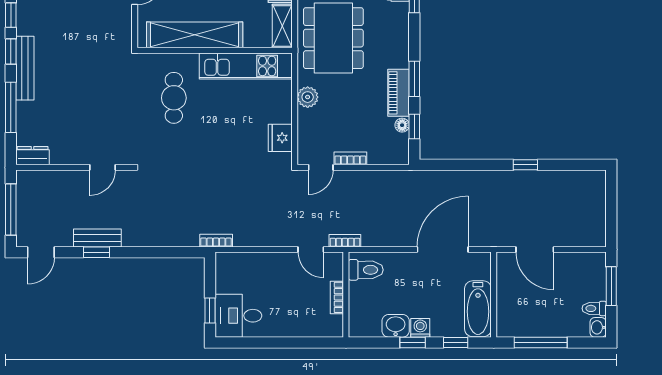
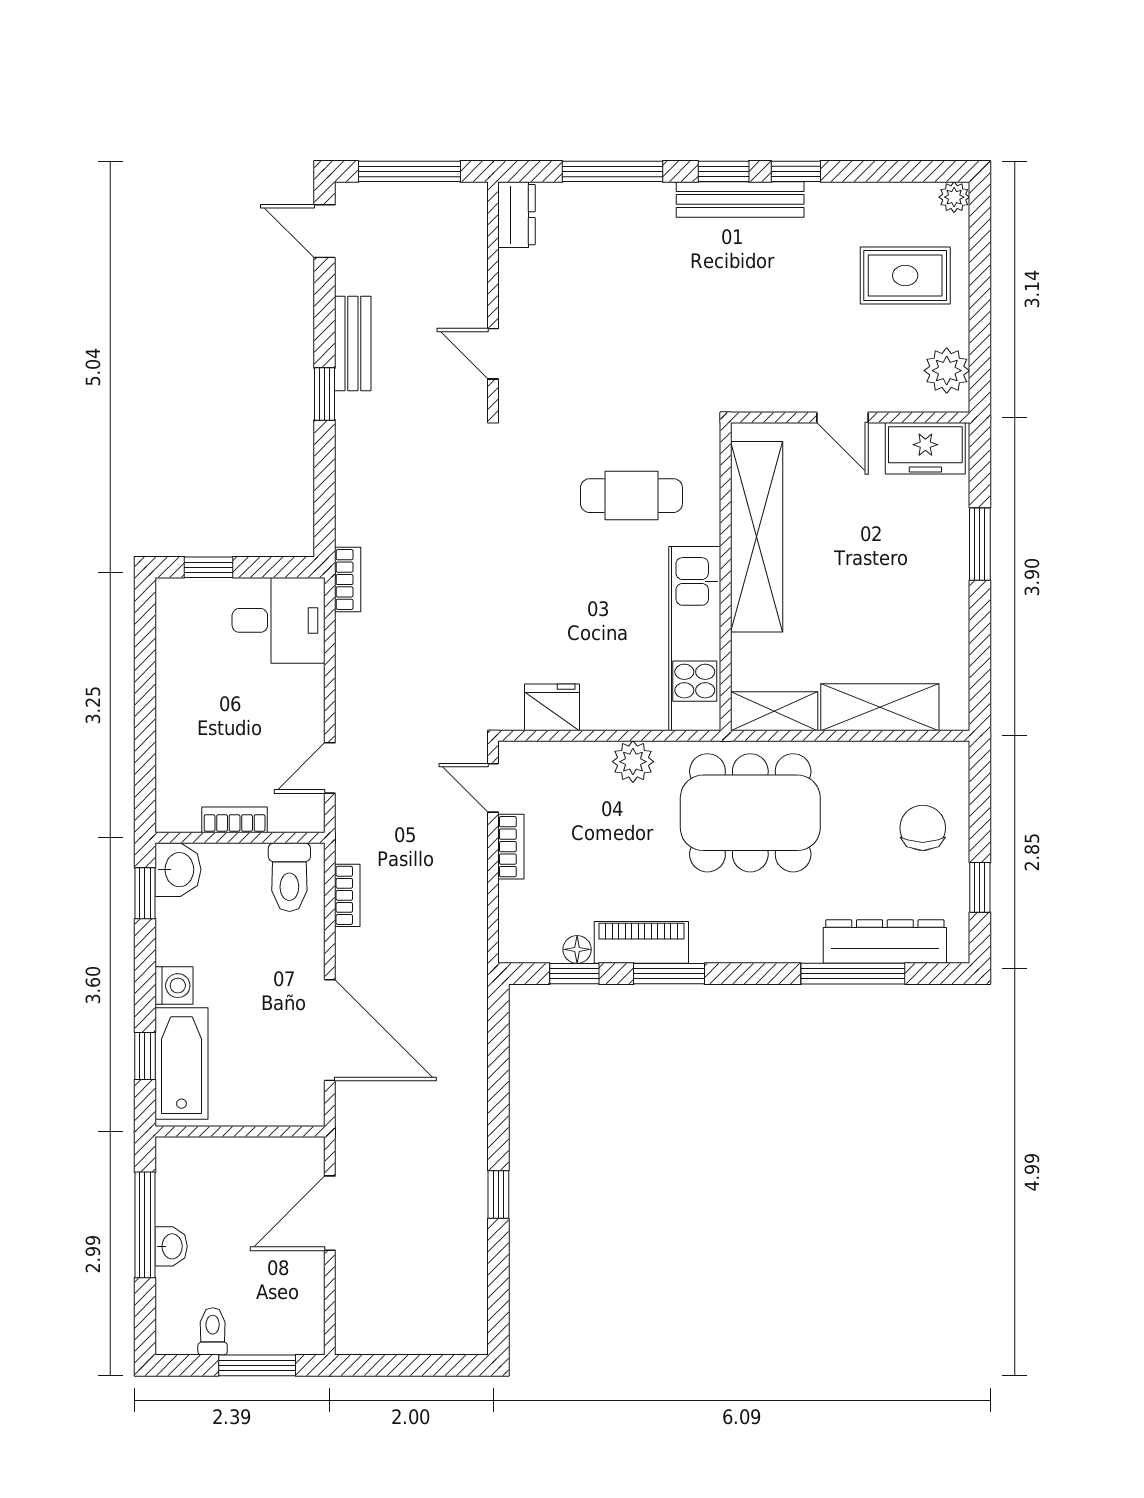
bench: (25, 68) -> (740, 199), moved
bookcase: (345, 241) -> (347, 895), moved
window: (97, 252) -> (325, 394), moved
bathtub: (478, 309) -> (182, 1063), moved, turned 90
desk: (238, 316) -> (279, 620), moved, turned 90
washbasin: (396, 326) -> (178, 870), moved
washbasin: (598, 327) -> (171, 1246), moved, turned 90
window: (413, 342) -> (145, 893), moved

